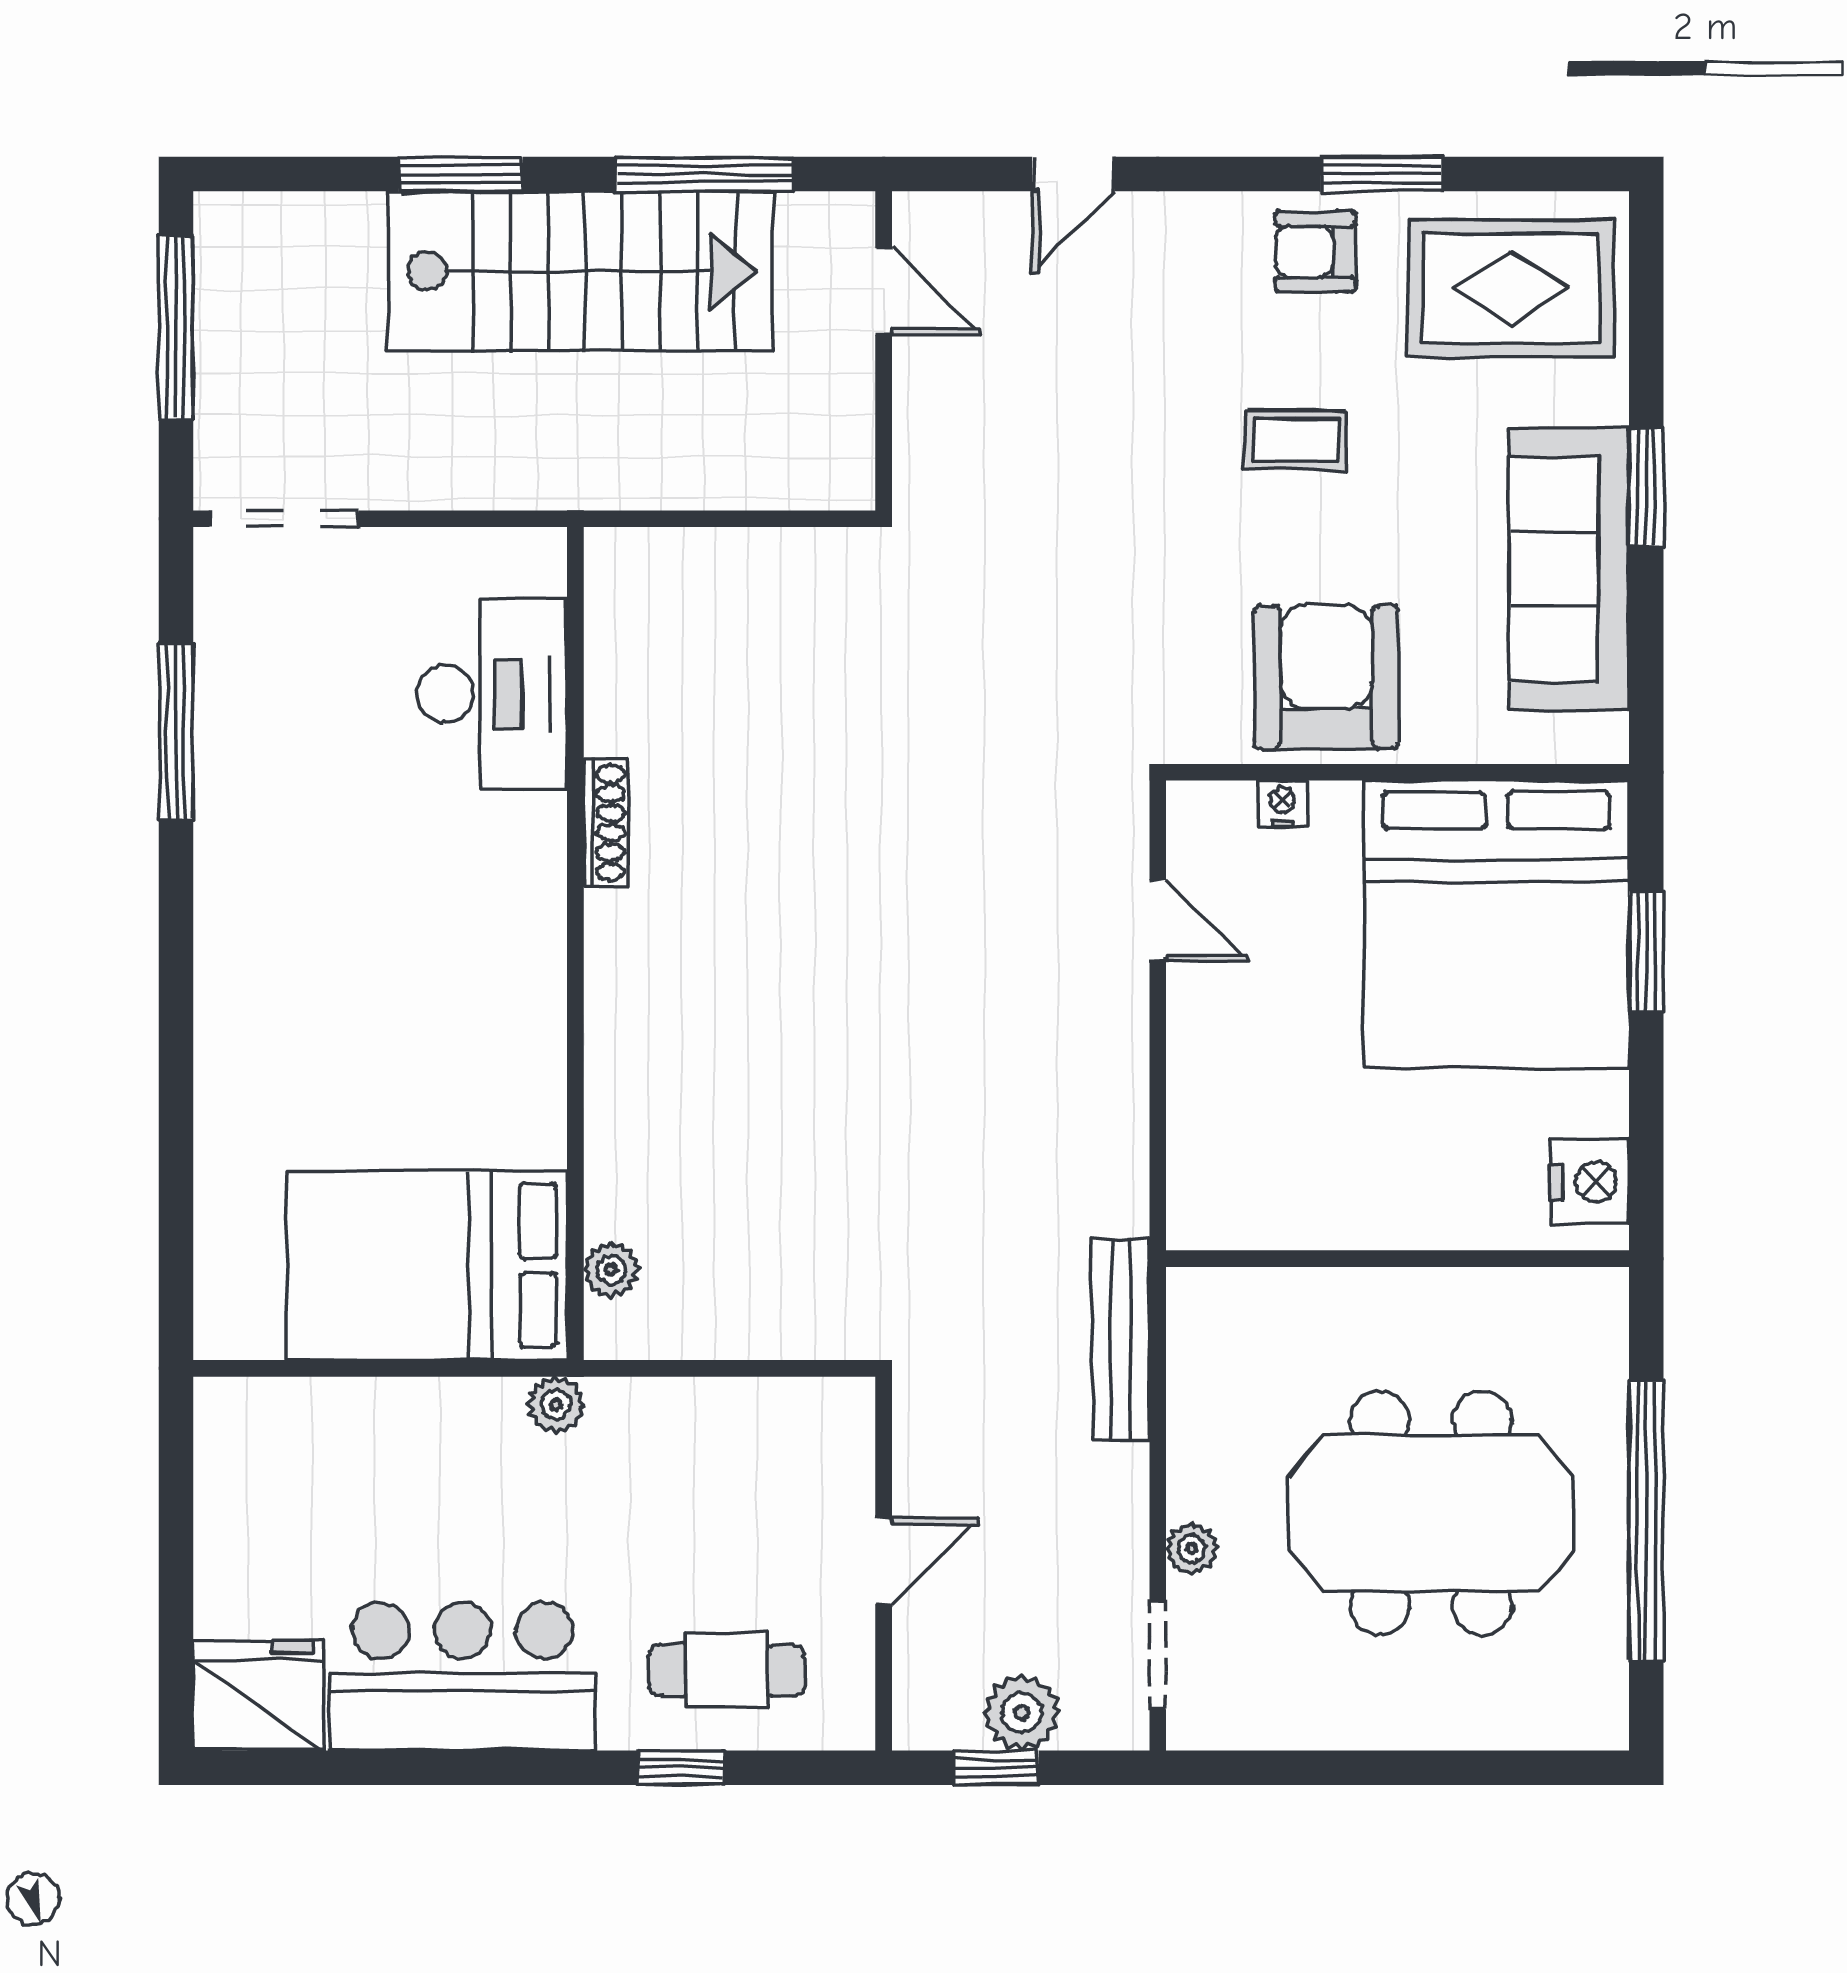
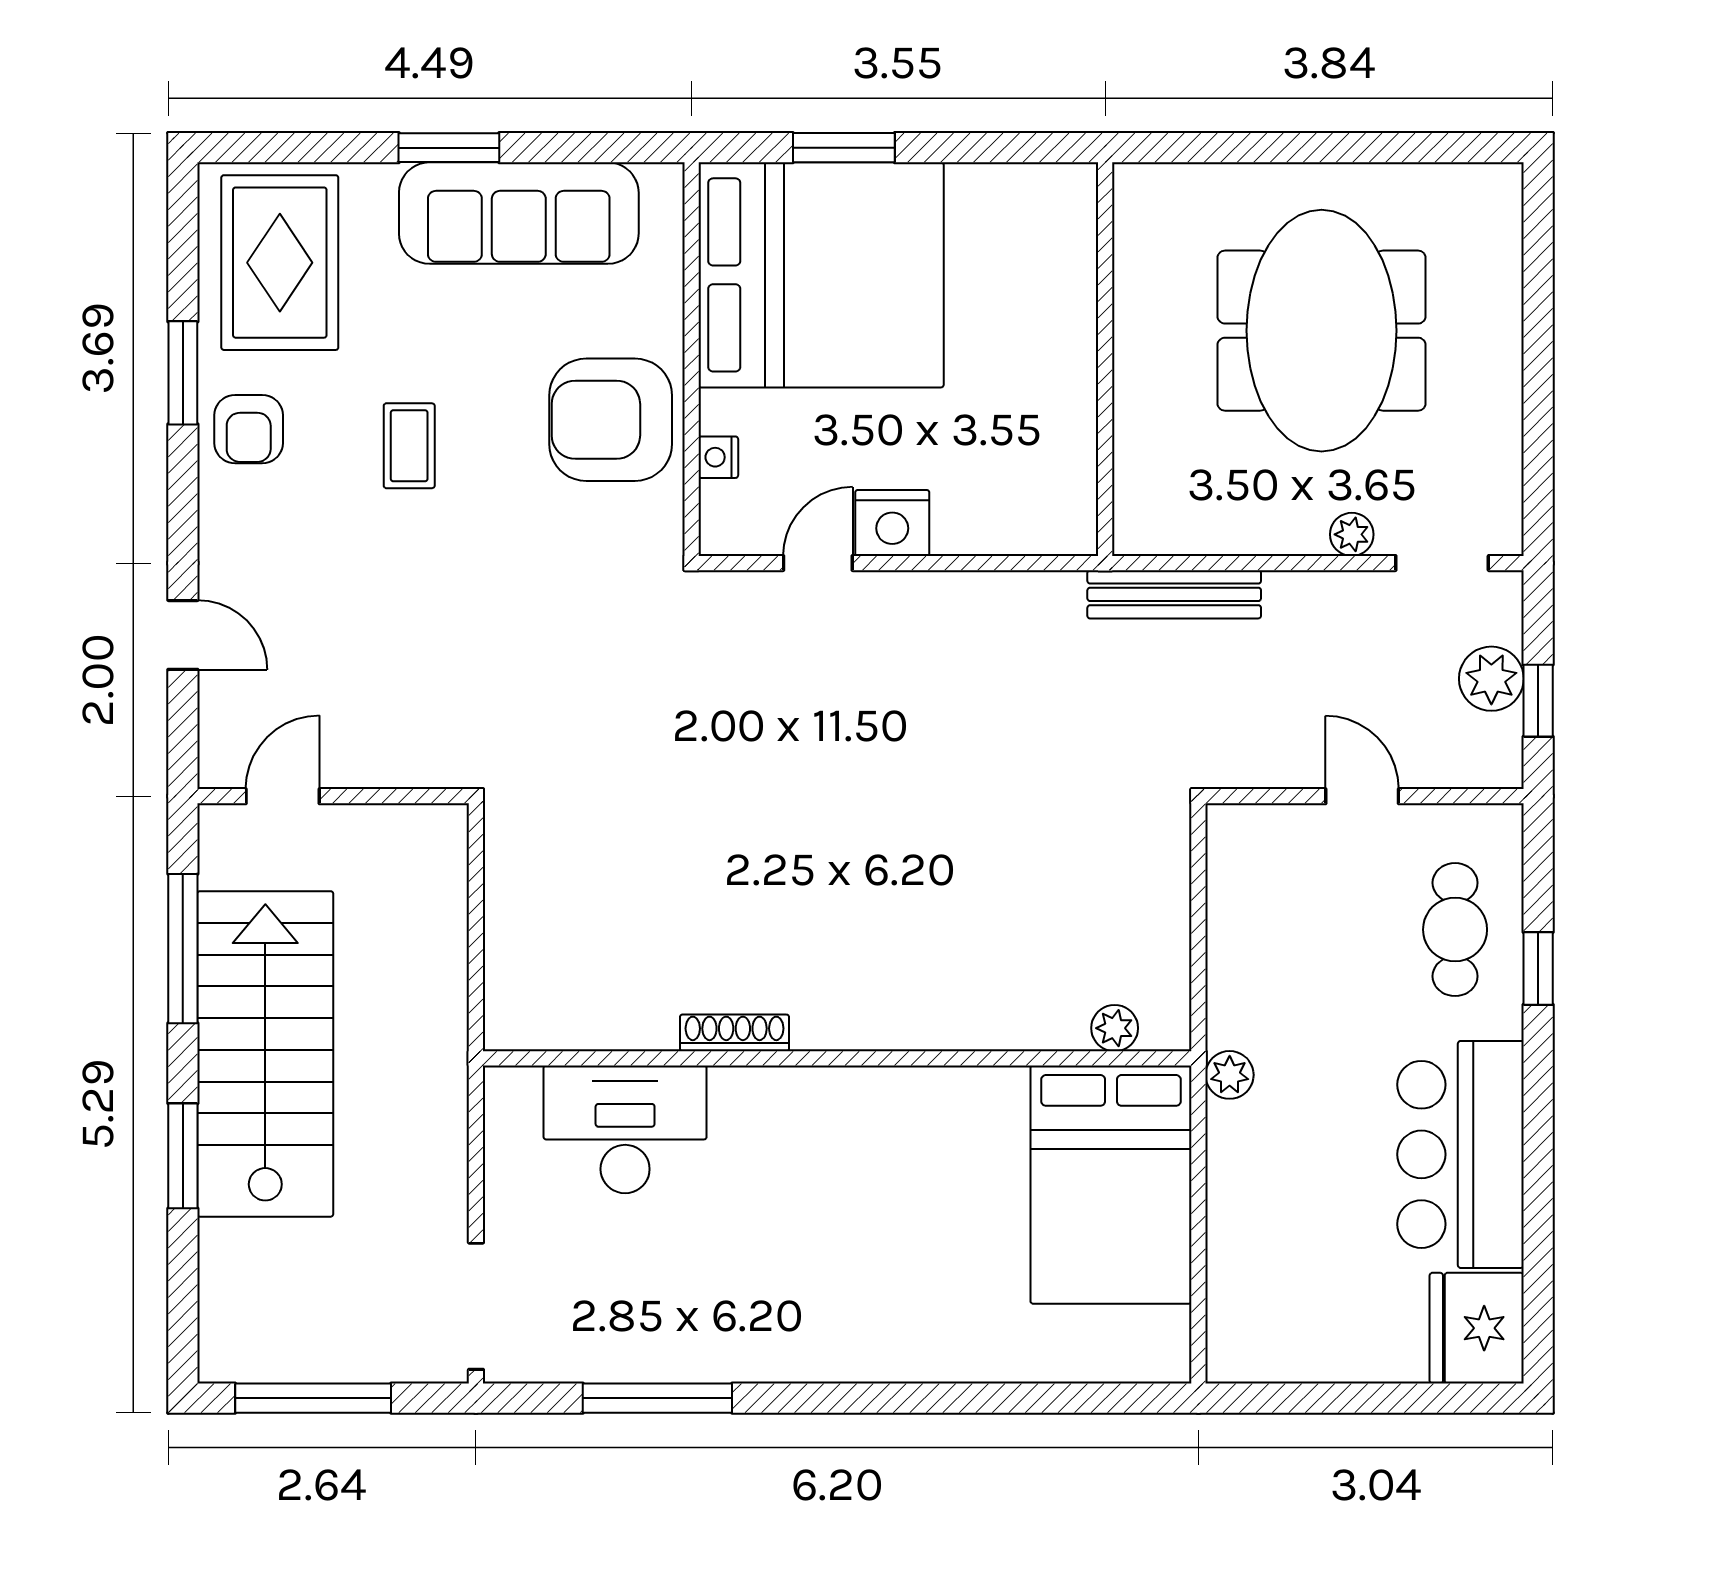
nightstand: (1590, 1182) -> (892, 523), moved, turned 180
window: (1646, 1521) -> (1328, 148), removed

